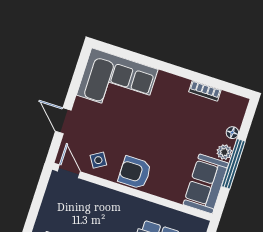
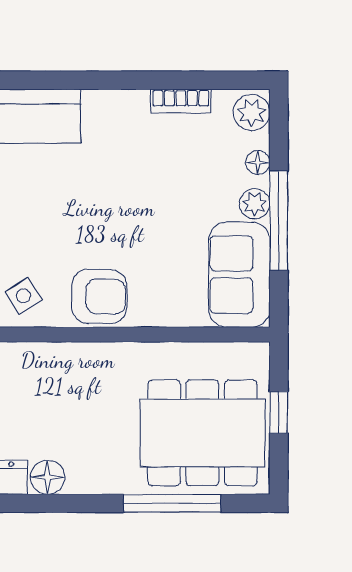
plant: (237, 108) -> (252, 113), added
armchair: (135, 172) -> (99, 297), turned 180

